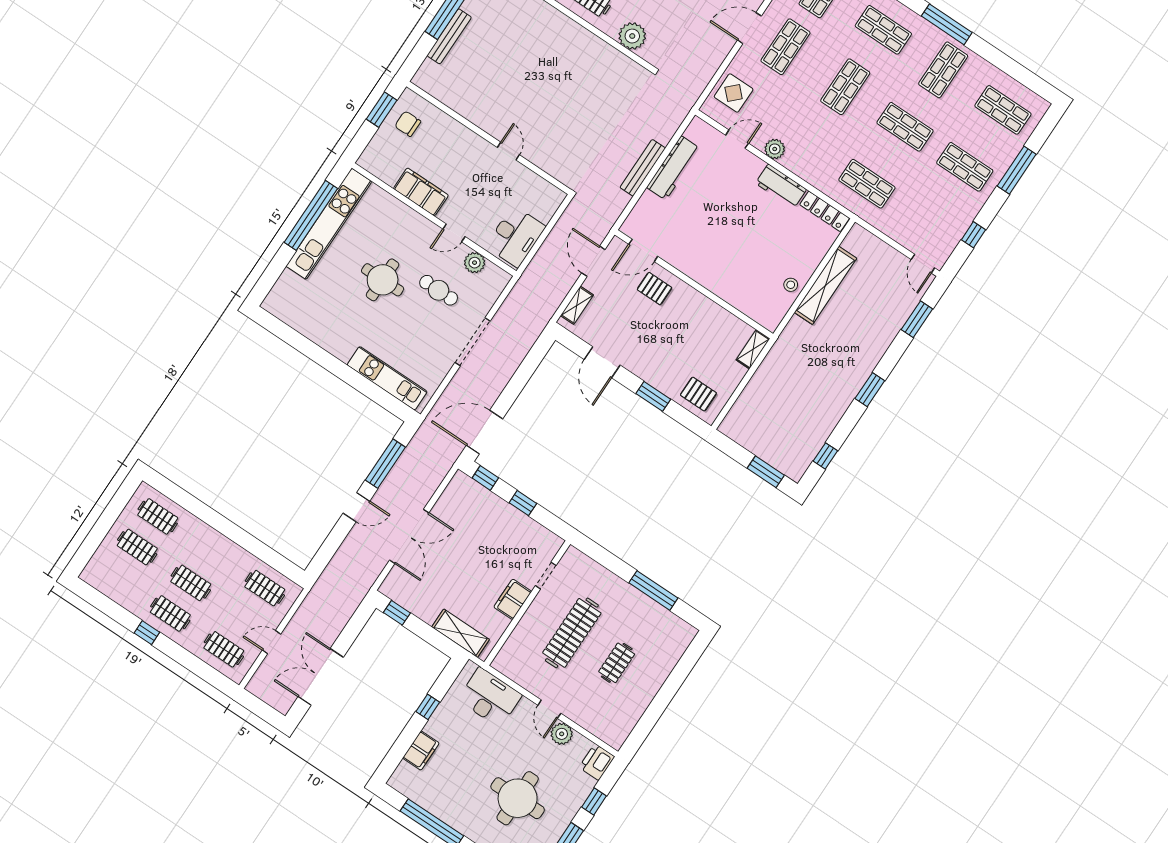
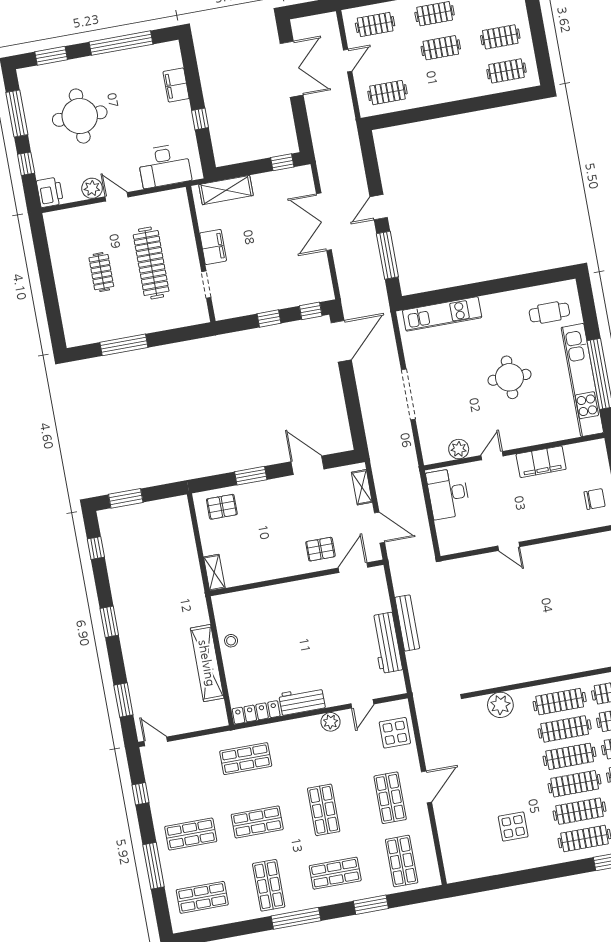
cafe table: (439, 290) -> (549, 312), moved

